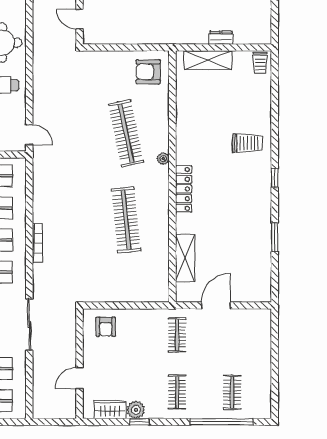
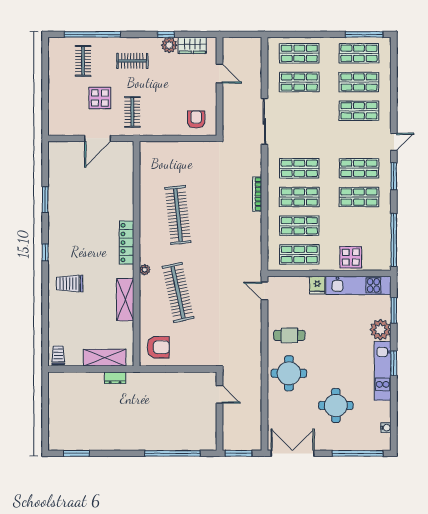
dresser: (221, 38) -> (115, 378), moved
shelving: (185, 258) -> (125, 299), moved
display table: (213, 351) -> (100, 98), added
door: (80, 378) -> (219, 74), hinge flipped
clothes rail: (177, 392) -> (132, 61), turned 90

